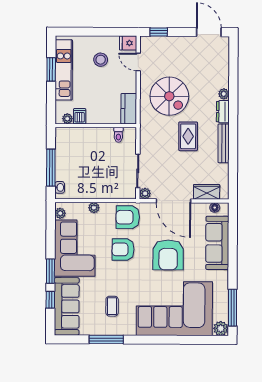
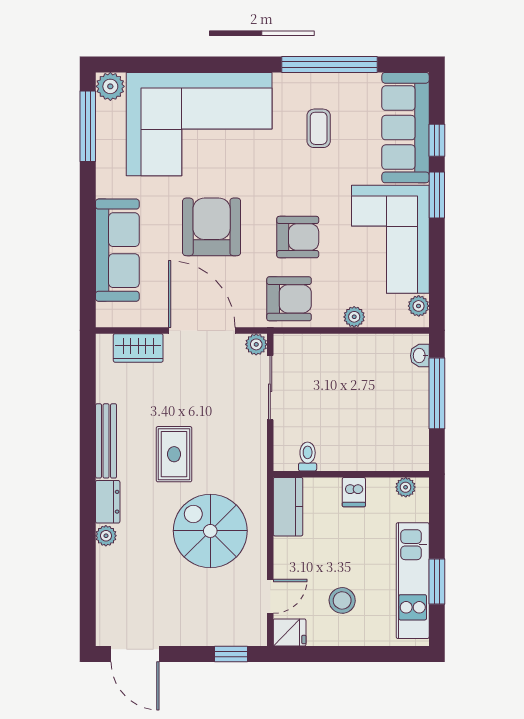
door: (138, 62) -> (270, 596), hinge flipped
dishwasher: (80, 116) -> (354, 492), moved
floor lamp: (215, 208) -> (123, 318), removed
window: (106, 339) -> (330, 64), width x1.46

